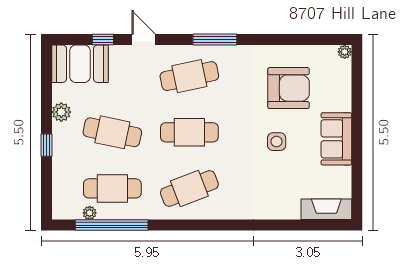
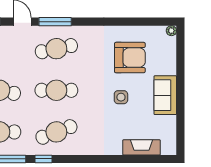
window: (215, 40) -> (55, 22), moved
fireplace: (326, 209) -> (141, 147), moved
window: (172, 225) -> (43, 159), added

